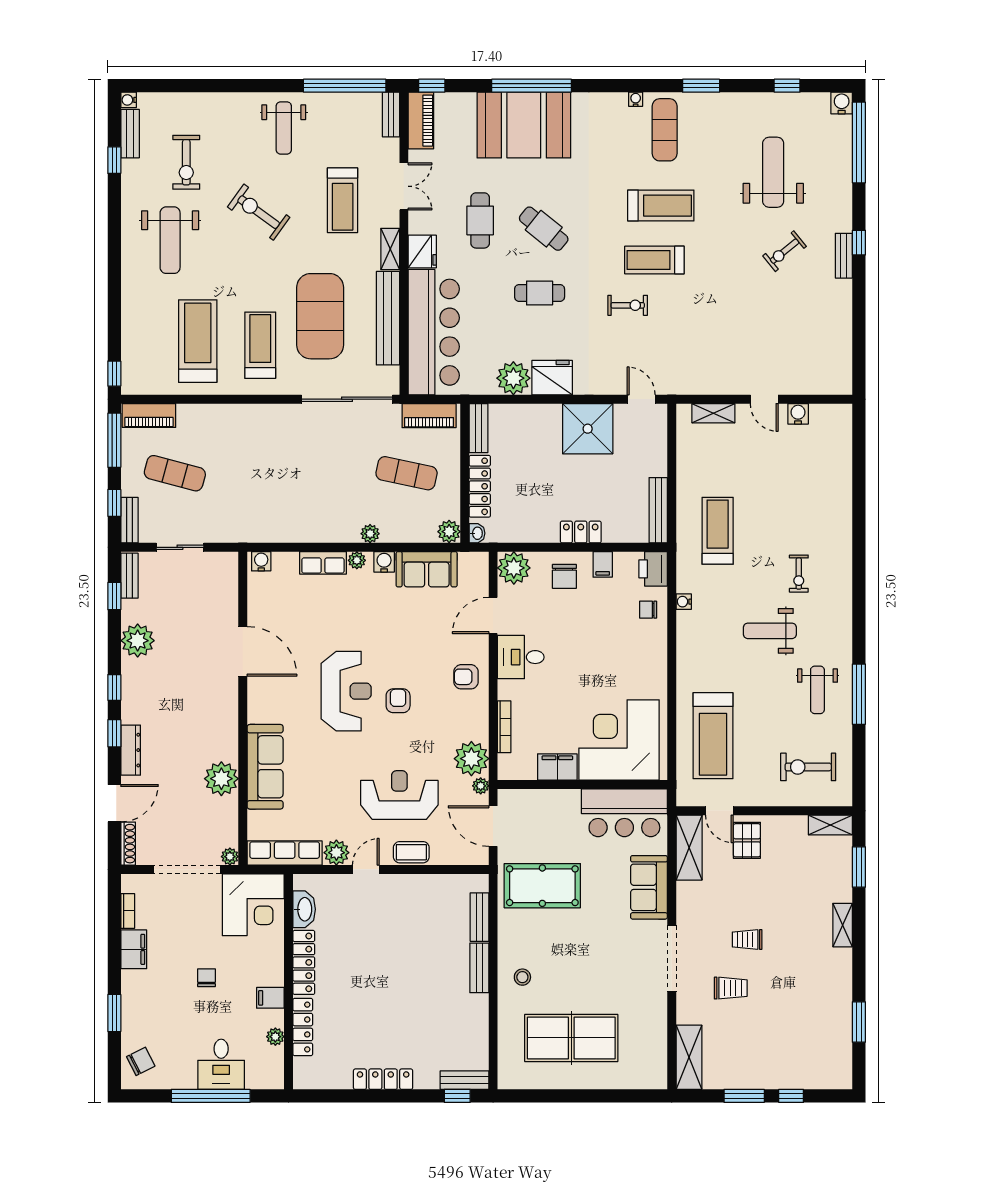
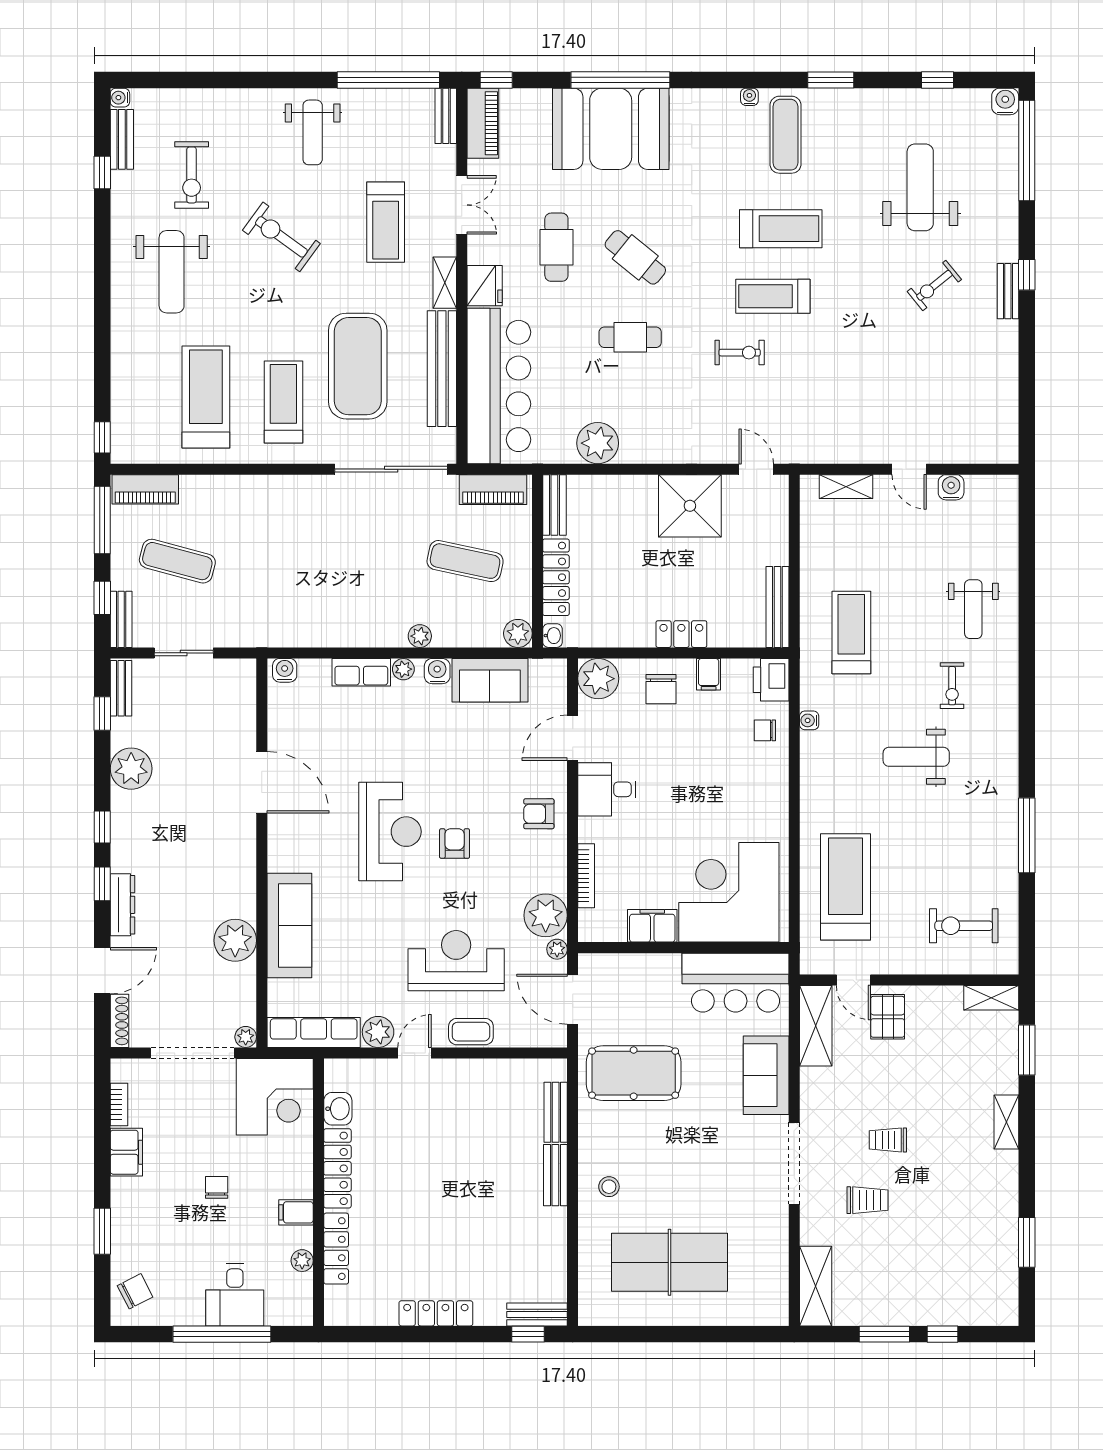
fridge: (552, 378) -> (646, 442), removed
weight bench: (817, 690) -> (973, 609), moved
treadmill: (713, 736) -> (846, 887), turned 180
washbasin: (304, 909) -> (338, 1109), width x0.72

